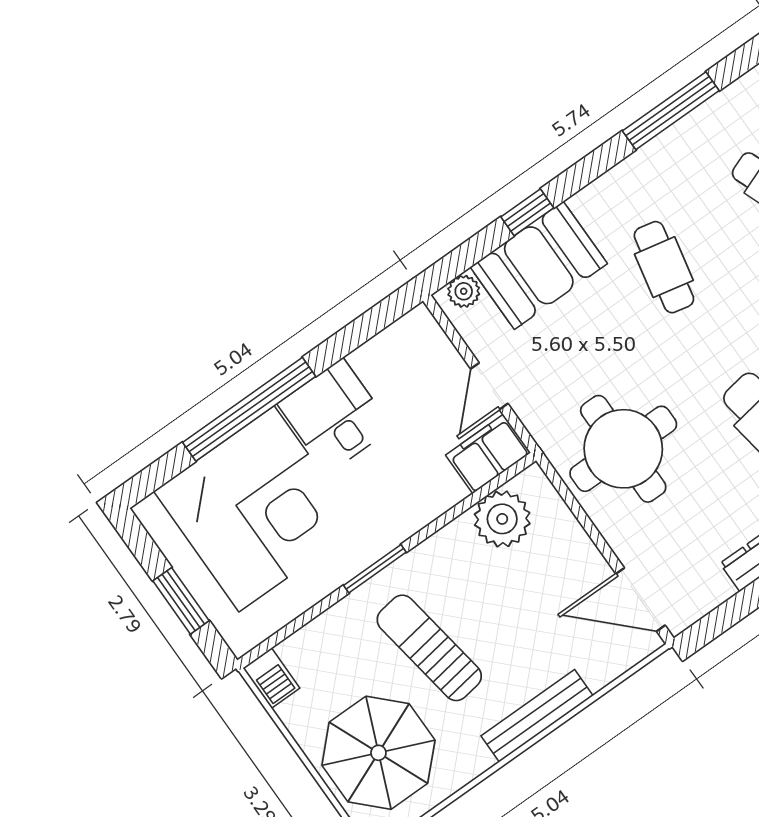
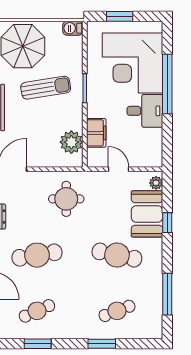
cafe table: (664, 267) -> (117, 255), width x1.37, depth x1.35
round table: (623, 449) -> (66, 199), width x0.73, depth x0.73
filing cabinet: (488, 454) -> (96, 133), moved

